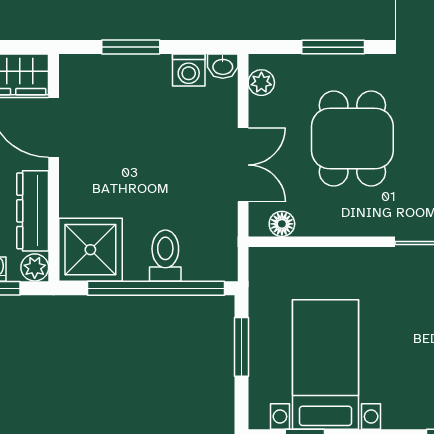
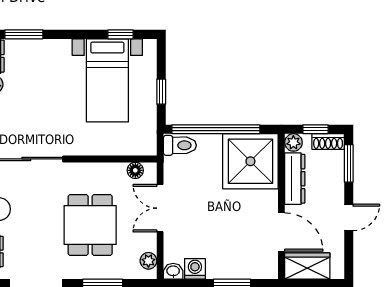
shower: (90, 250) -> (250, 161), width x1.37, depth x1.37
toilet: (165, 256) -> (180, 145), moved, turned -90
window: (241, 347) -> (161, 92), width x0.67

